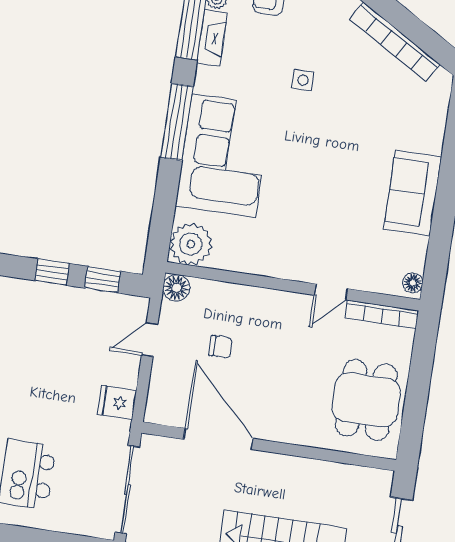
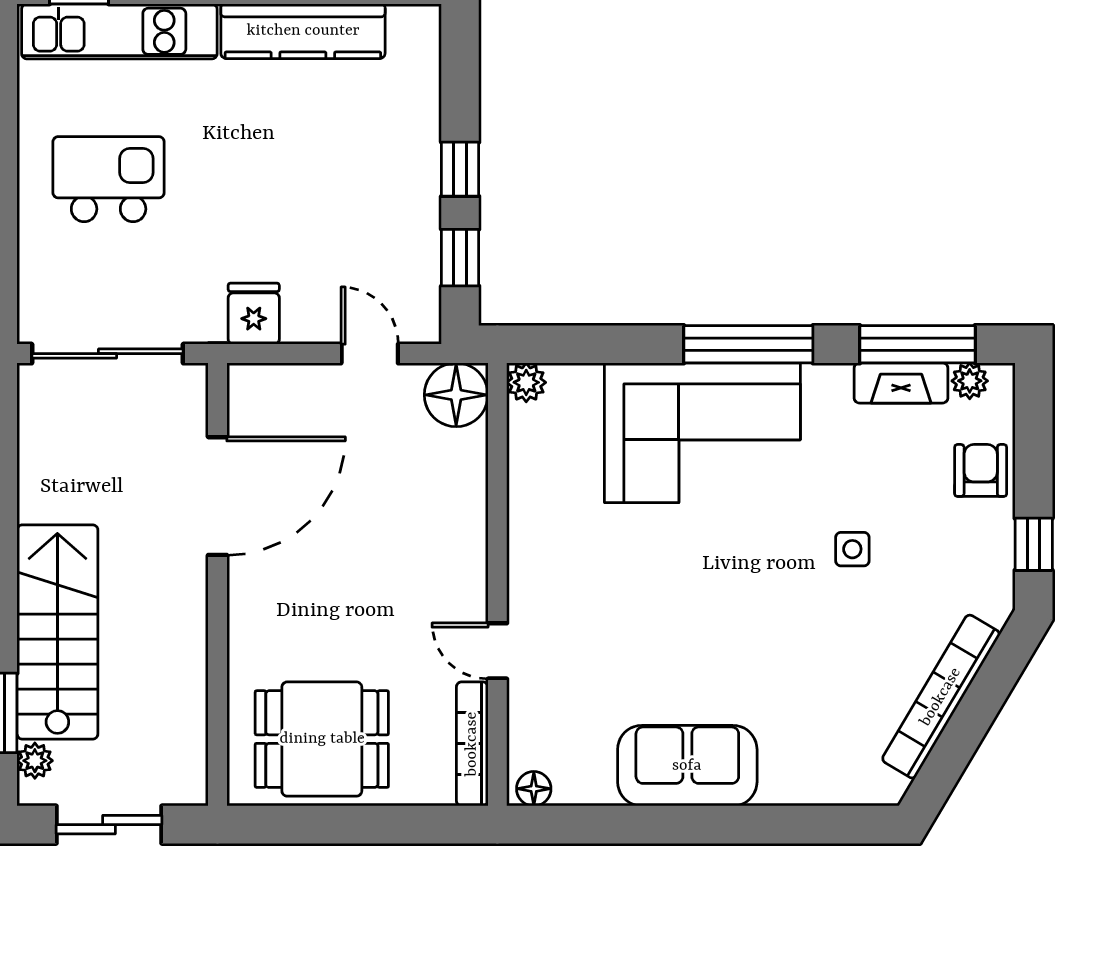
plant: (191, 244) -> (526, 382), width x0.53, depth x0.53
floor lamp: (176, 288) -> (456, 395), width x1.38, depth x1.38
chair: (220, 347) -> (375, 476), removed

